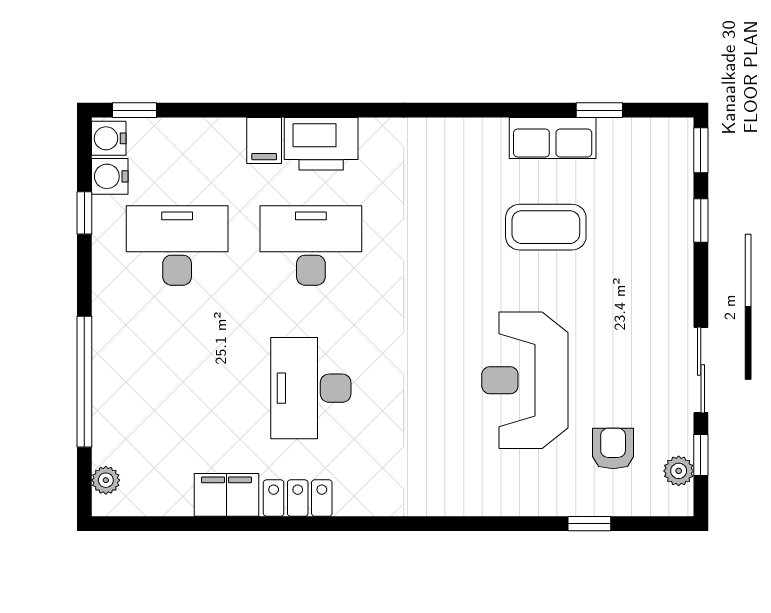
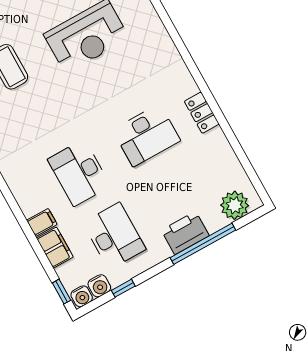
printer: (321, 144) -> (185, 233), moved, turned -90
desk: (177, 245) -> (114, 236), turned 180
plant: (106, 480) -> (235, 205), width x1.87, depth x1.87
filing cabinet: (226, 495) -> (55, 248), moved, turned 180

